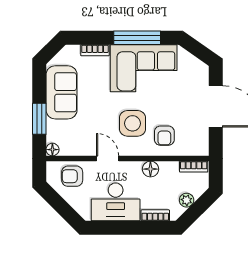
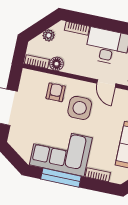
floor lamp: (150, 169) -> (57, 64), moved

